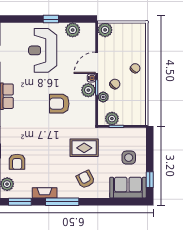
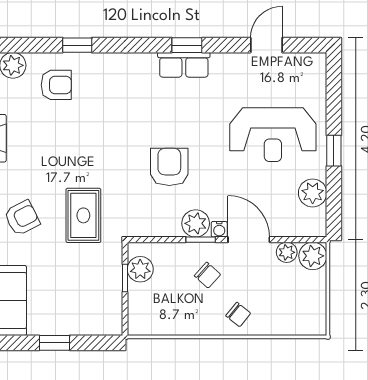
reception desk: (43, 50) -> (273, 135), turned 180
plant: (103, 97) -> (287, 252), moved
side table: (129, 158) -> (64, 302), removed
armchair: (17, 162) -> (56, 85), turned 180
window: (150, 180) -> (54, 343), moved

